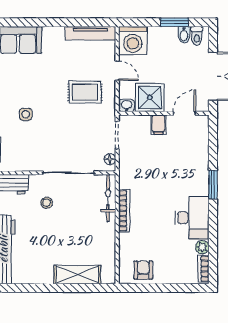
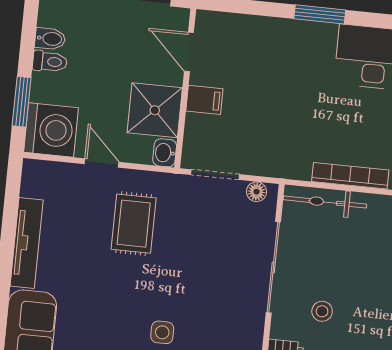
window: (175, 22) -> (22, 102), moved
tv unit: (90, 33) -> (27, 243), moved
toilet: (197, 36) -> (50, 62), moved
door: (117, 71) -> (102, 163), hinge flipped

